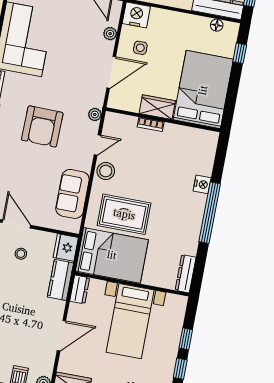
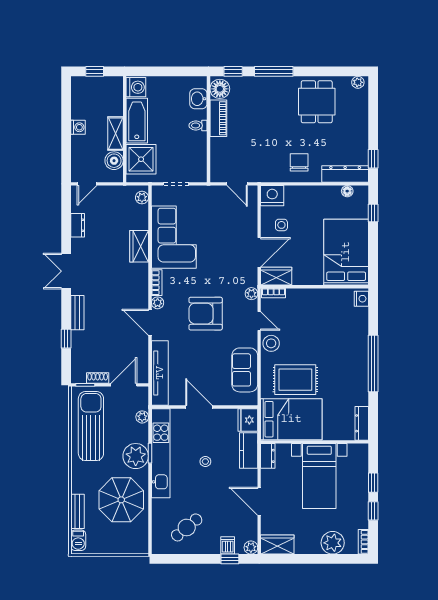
plant: (110, 34) -> (251, 217), removed
wardrobe: (157, 107) -> (276, 276), moved
bookcase: (151, 124) -> (274, 293), moved
armchair: (42, 126) -> (206, 314), turned 89
door: (98, 145) -> (259, 321), hinge flipped
nightstand: (202, 184) -> (361, 299), moved
stool: (21, 254) -> (205, 462), moved
door: (61, 336) -> (259, 501), swing flipped

